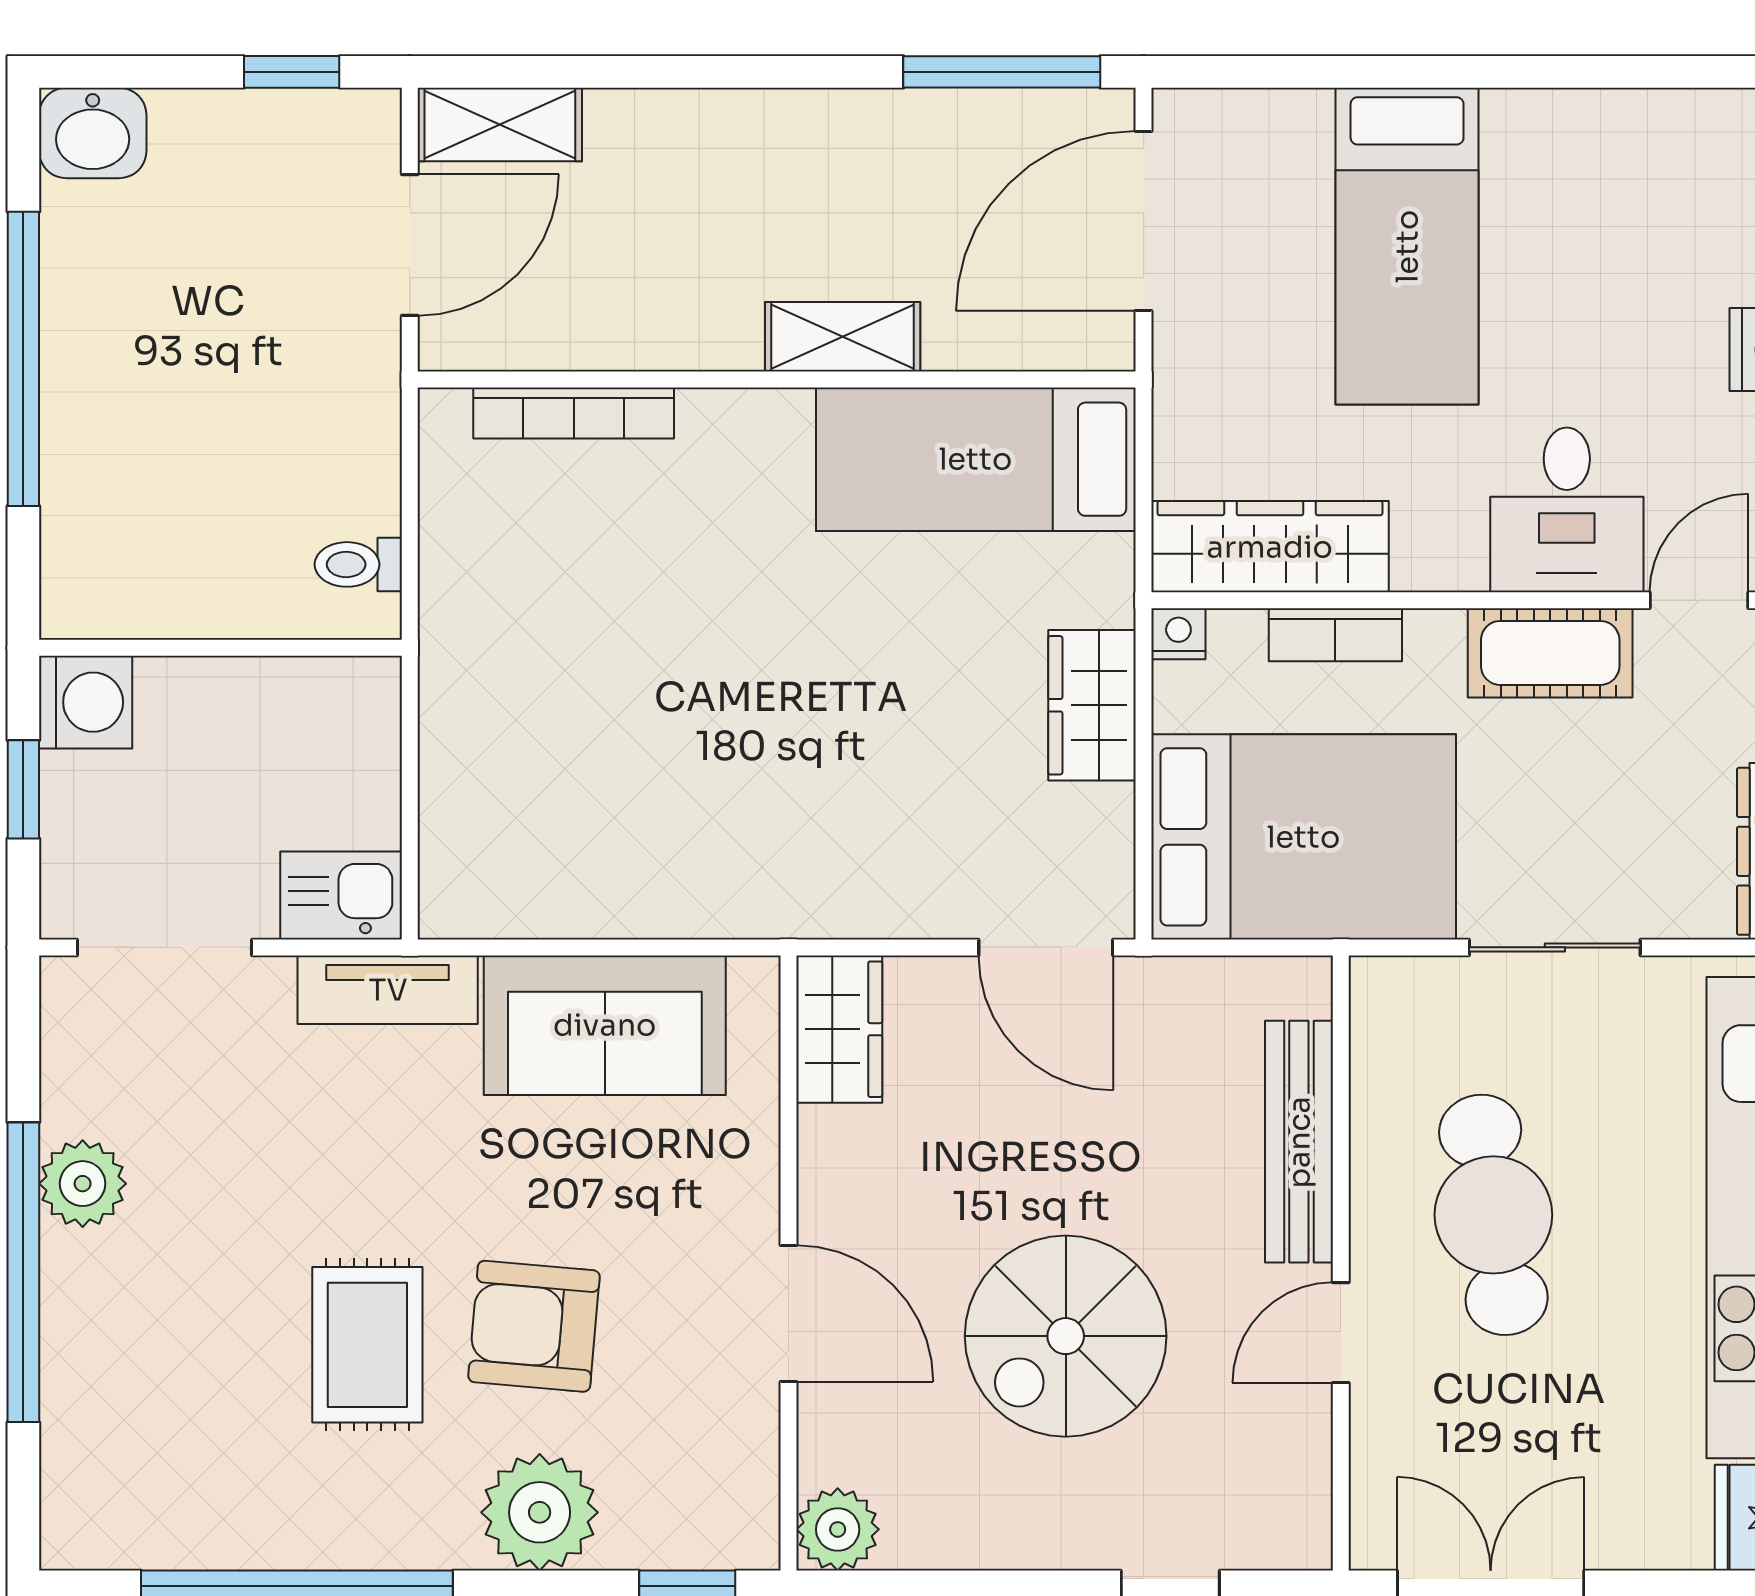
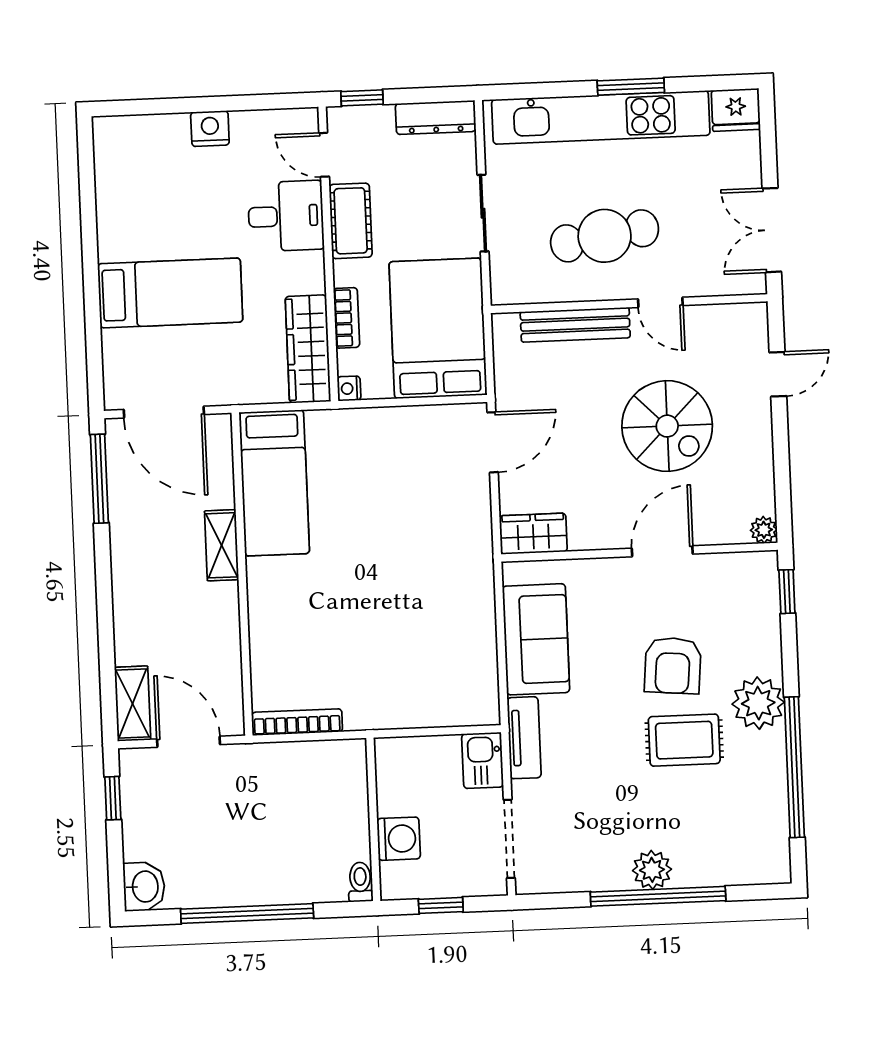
bookcase: (574, 413) -> (297, 722), moved, turned -90
toilet: (358, 564) -> (360, 882), moved, turned 180
washing machine: (86, 702) -> (399, 839), moved, turned 90
wardrobe: (1092, 705) -> (383, 426), removed
plant: (83, 1184) -> (652, 870), moved
plant: (540, 1512) -> (758, 703), moved
plant: (838, 1529) -> (764, 530), width x0.73, depth x0.73

